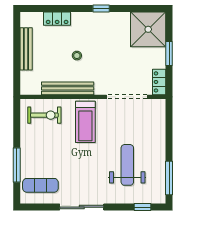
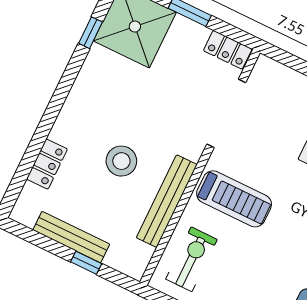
window: (101, 8) -> (91, 33), moved
stool: (77, 56) -> (121, 161), width x1.89, depth x1.89
window: (17, 63) -> (86, 263), added

